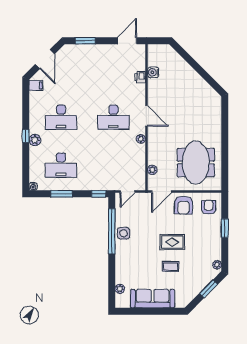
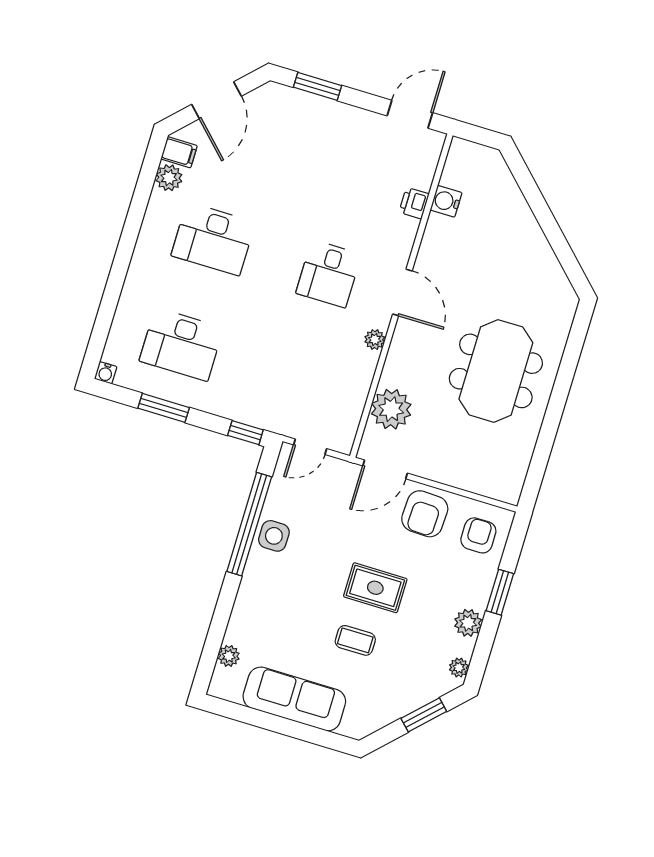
desk: (113, 117) -> (329, 274), width x0.73
window: (26, 136) -> (123, 257), removed
plant: (35, 140) -> (169, 178), moved
meeting table: (196, 163) -> (496, 371), moved
plant: (152, 170) -> (391, 409), width x1.88, depth x1.88
plant: (215, 245) -> (468, 623), added

